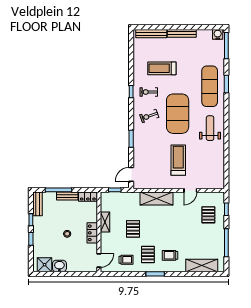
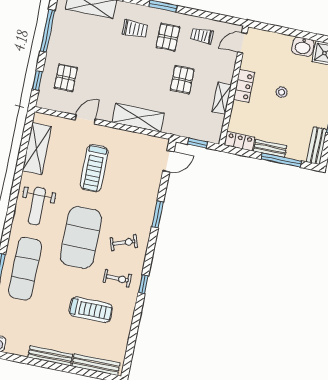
shelving: (218, 165) -> (37, 149), added

